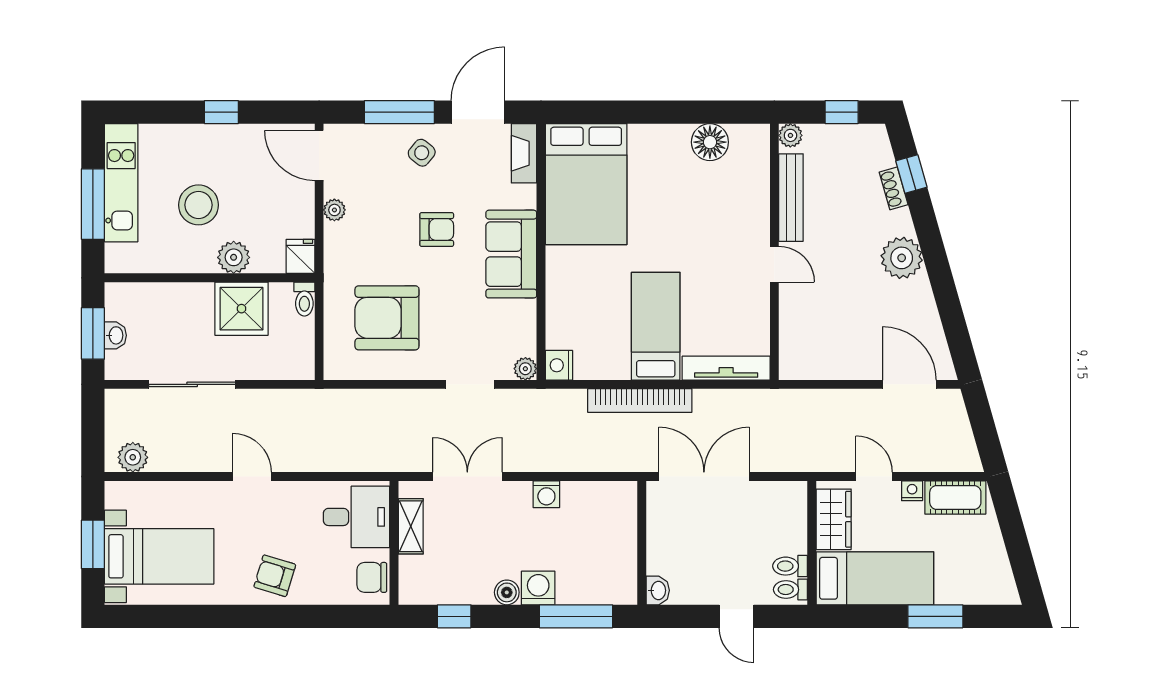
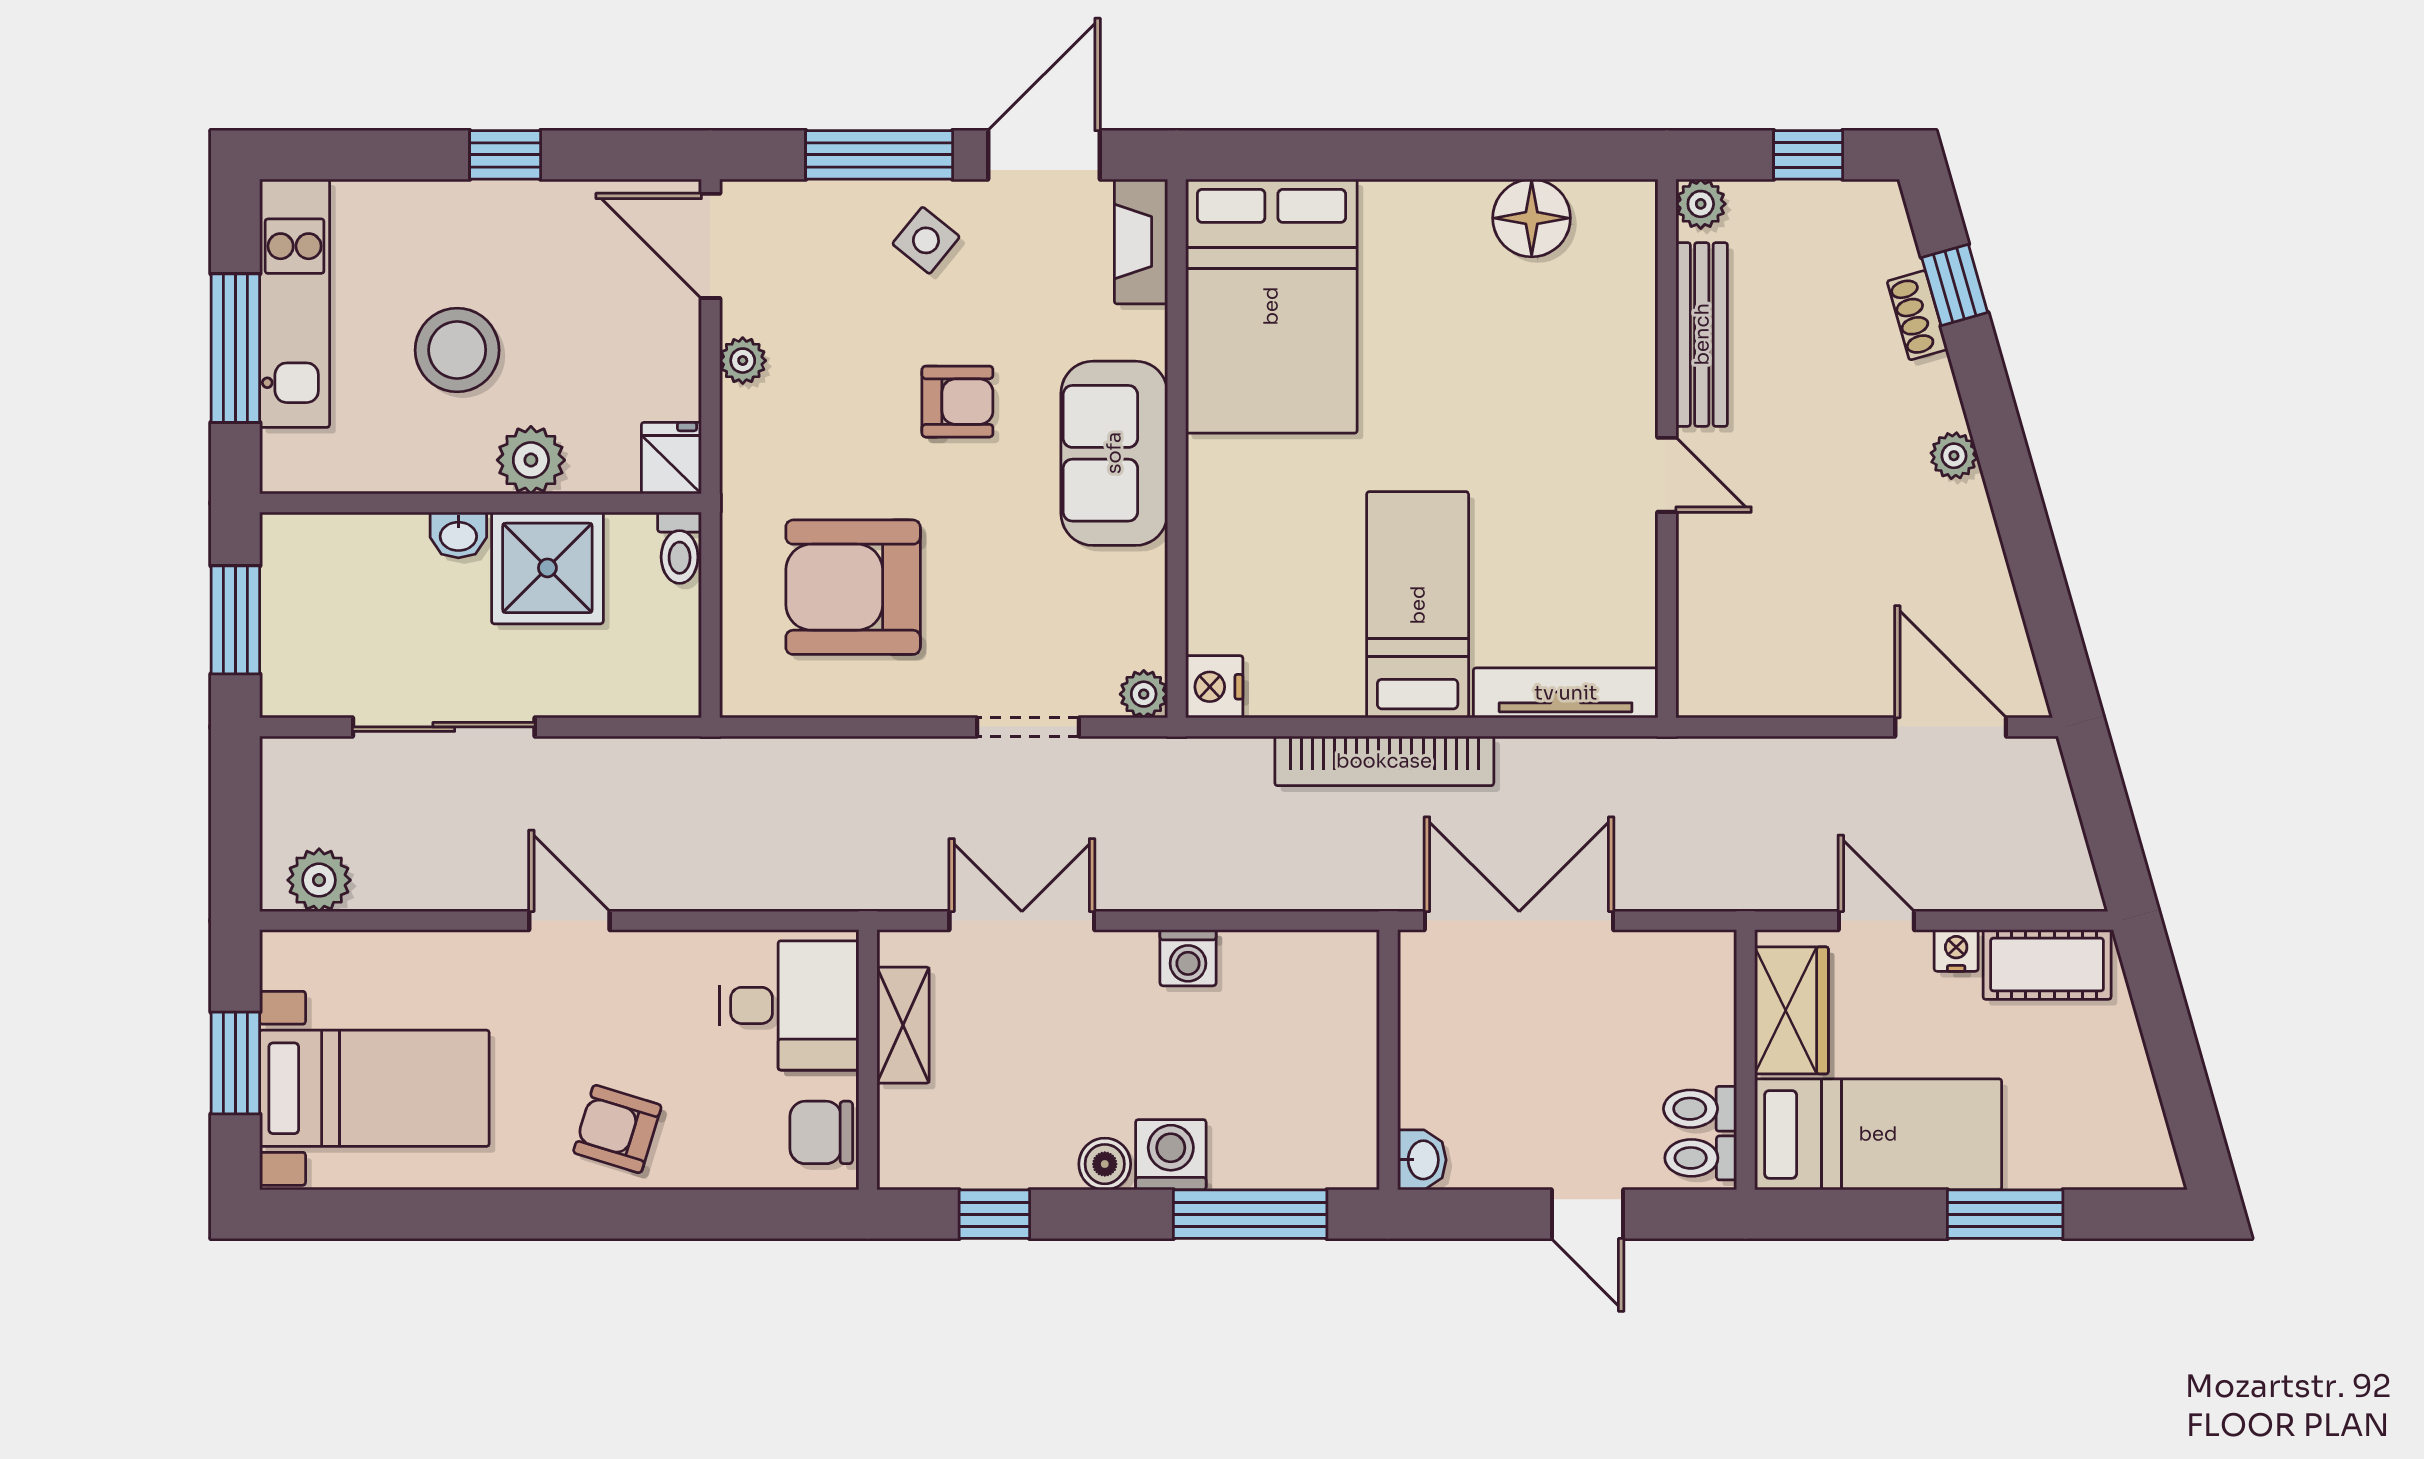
plant: (902, 258) -> (1954, 456), width x0.53, depth x0.53
washbasin: (115, 335) -> (458, 535), moved, turned 90

